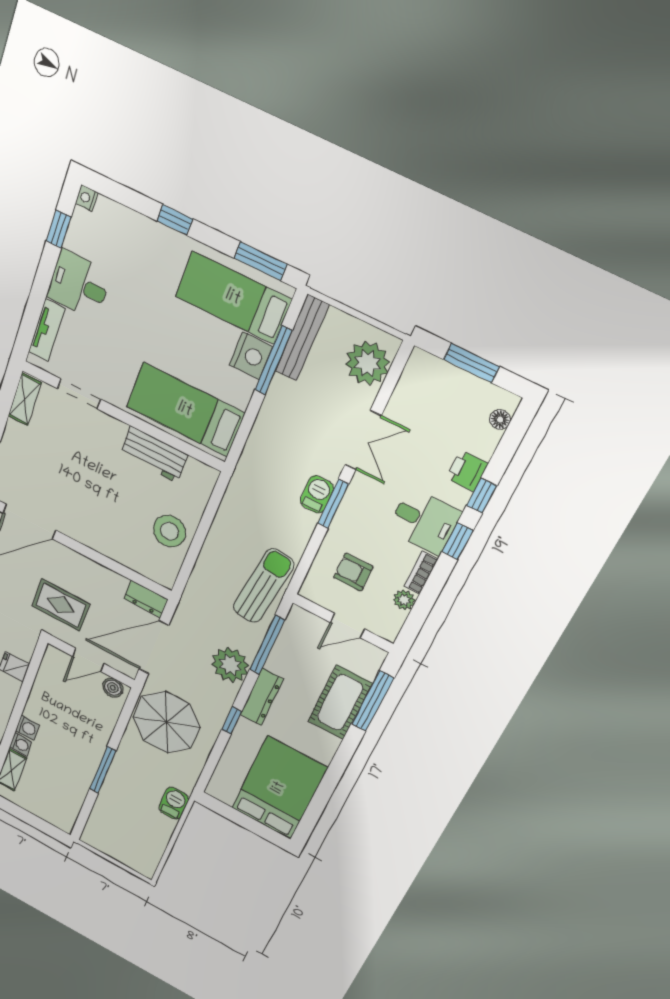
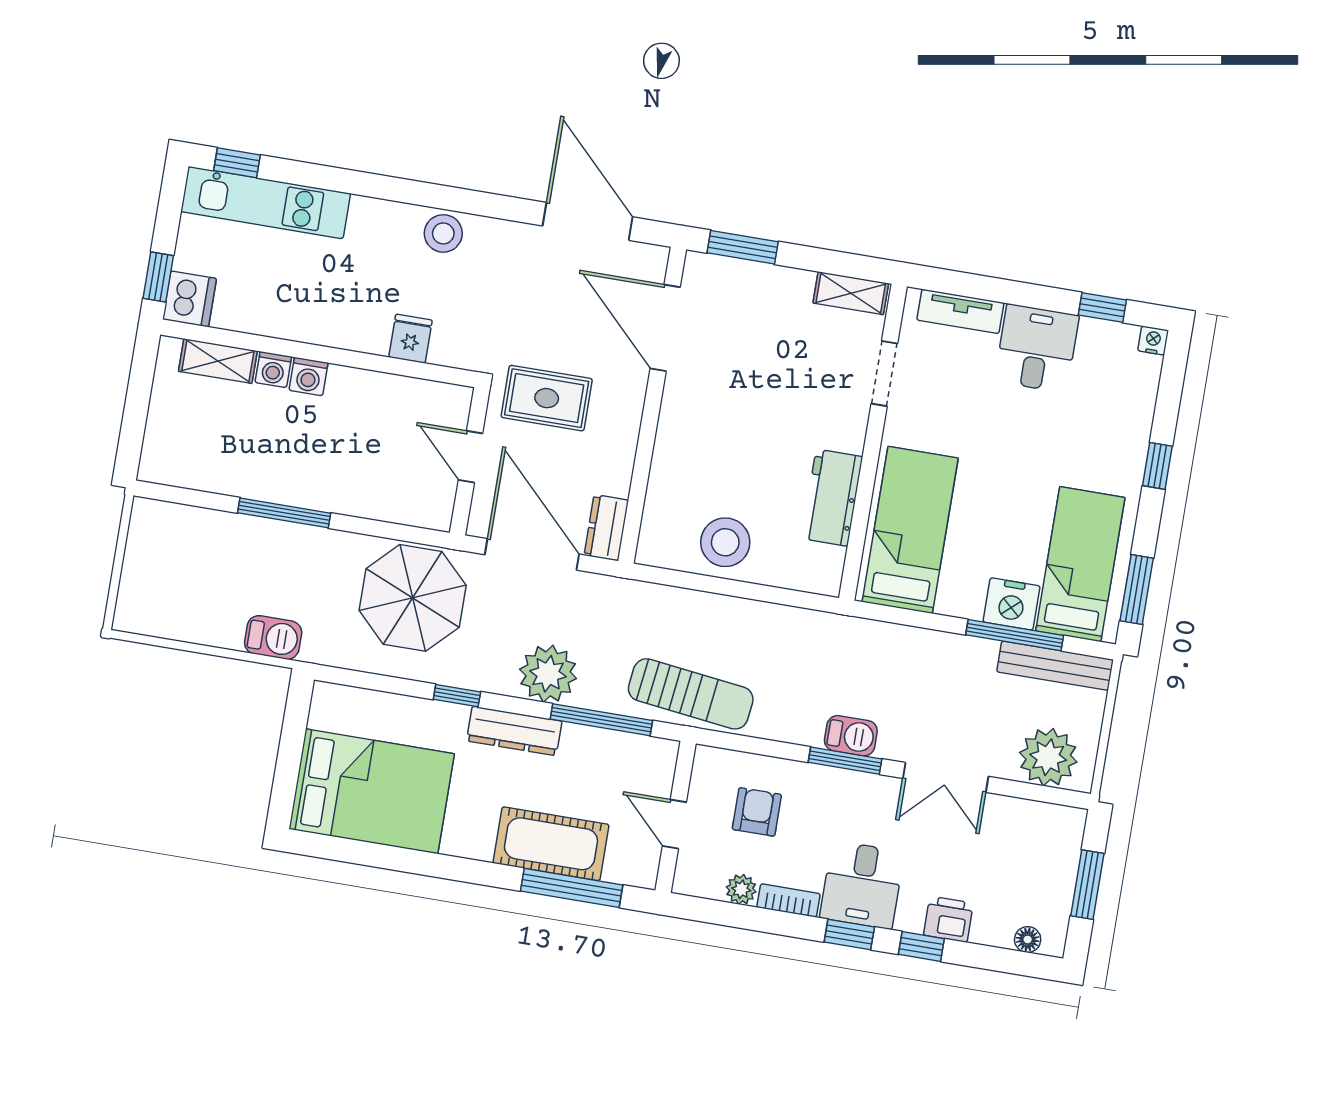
rug: (61, 605) -> (547, 398), turned 90
boiler: (113, 688) -> (438, 504), removed

